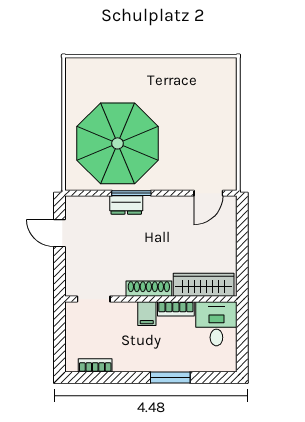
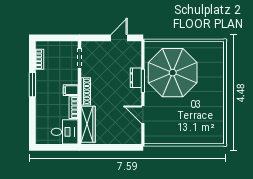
door: (208, 193) -> (143, 115), moved
window: (170, 377) -> (32, 85), moved

